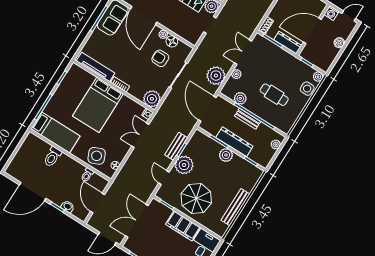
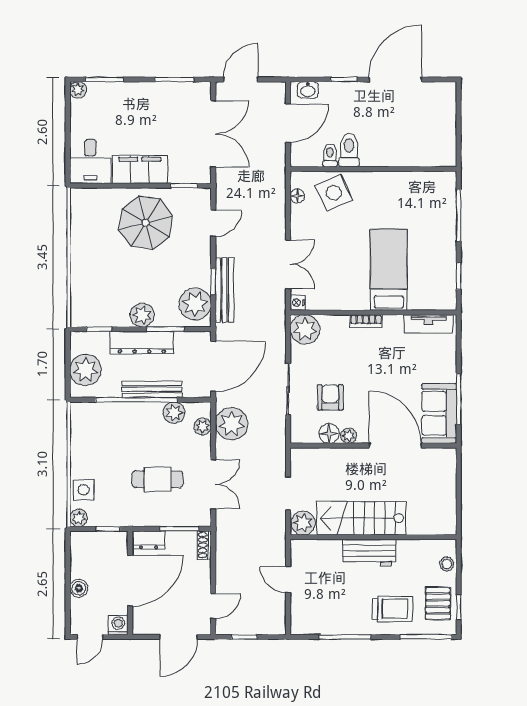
dresser: (288, 43) -> (148, 540), width x0.70
armchair: (160, 58) -> (330, 397), turned -90
tv unit: (96, 67) -> (428, 324), width x0.71
plant: (236, 74) -> (203, 426), moved
cafe table: (274, 95) -> (158, 479), moved
bed: (98, 105) -> (389, 270), width x0.67
door: (207, 109) -> (213, 366), hinge flipped
bench: (248, 119) -> (152, 389), width x1.36
bed: (56, 132) -> (417, 189), removed
plant: (276, 144) -> (85, 370), width x1.87, depth x1.87
bench: (176, 146) -> (224, 290), width x1.36
toilet: (53, 157) -> (349, 150), moved
plant: (184, 165) -> (195, 304), moved
door: (164, 178) -> (213, 223), hinge flipped
door: (98, 203) -> (288, 123), hinge flipped
washbasin: (68, 207) -> (308, 90), moved
bench: (236, 207) -> (79, 246), removed

